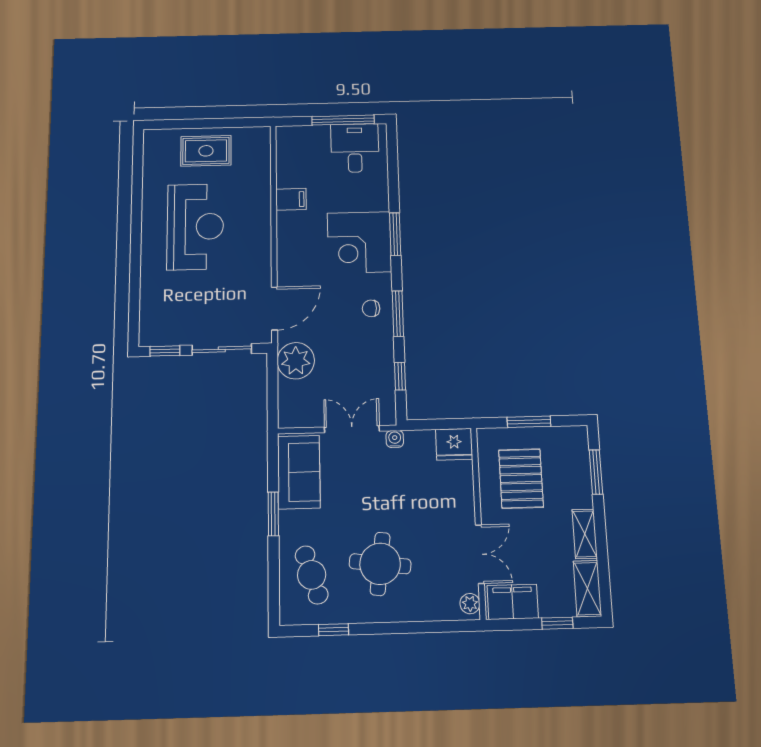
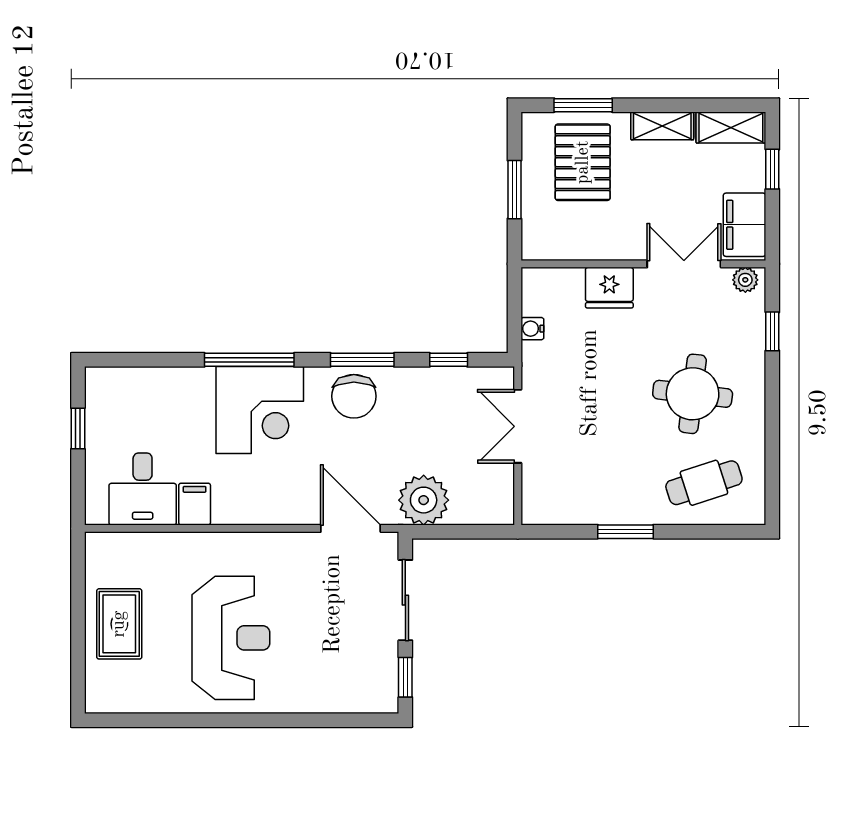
window: (343, 120) -> (78, 429), width x0.46
desk: (355, 148) -> (143, 489), moved, turned -90
reception desk: (195, 227) -> (231, 638), turned 90
window: (395, 234) -> (249, 360), width x1.44
chair: (371, 308) -> (354, 396), width x1.87, depth x1.87
water cooler: (395, 439) -> (532, 329), moved
fridge: (454, 444) -> (609, 288), moved, turned 90
sofa: (299, 472) -> (572, 498), removed
pallet: (521, 479) -> (583, 162), moved, turned 90
window: (334, 630) -> (772, 331), moved

